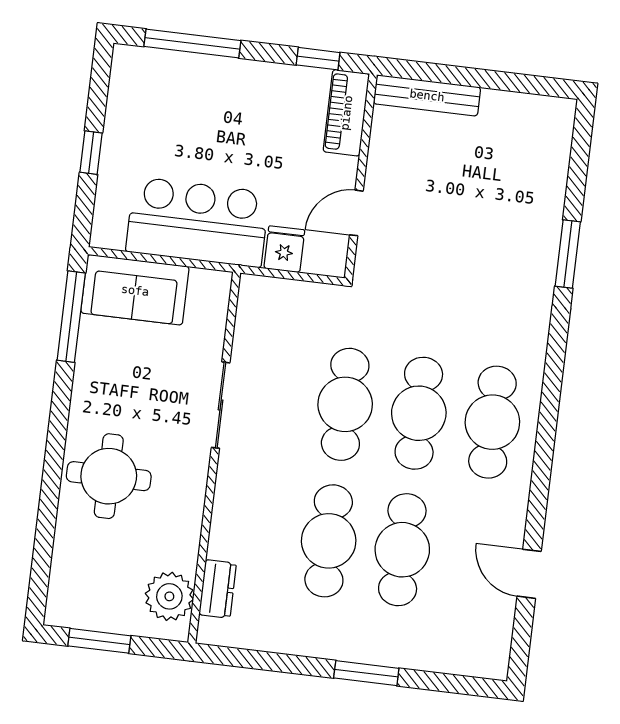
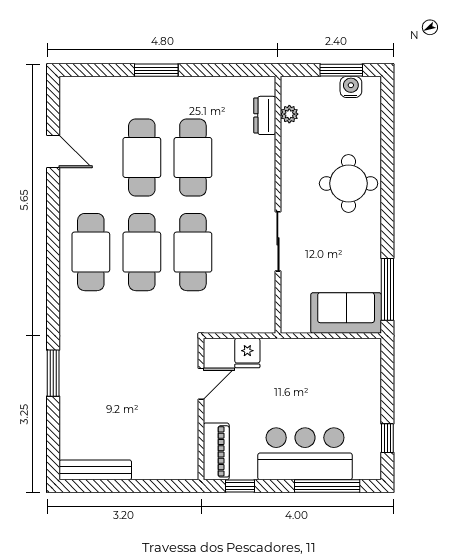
bench: (427, 95) -> (95, 470), moved
window: (91, 153) -> (387, 438), moved
bar counter: (198, 222) -> (305, 454), moved, turned 180
plant: (169, 596) -> (289, 114), width x0.53, depth x0.53
water cooler: (88, 615) -> (351, 87), added

